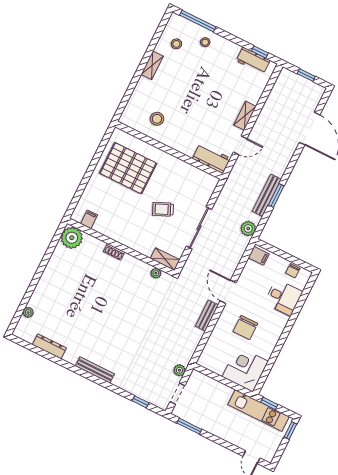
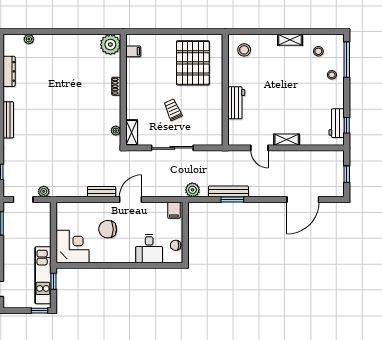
stool: (157, 119) -> (244, 50), moved
workbench: (211, 158) -> (236, 103), moved

